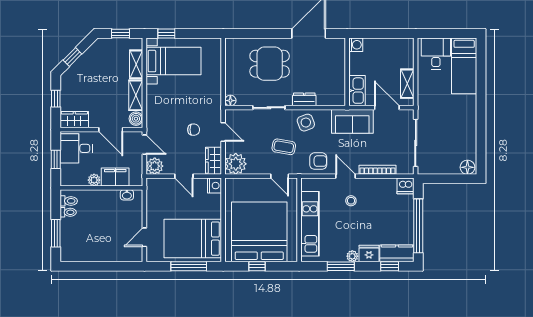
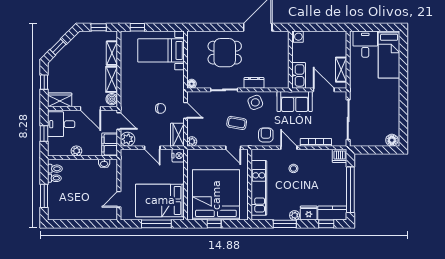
bed with nightstands: (174, 61) -> (161, 50), moved, turned 180
armchair: (318, 161) -> (266, 135), turned -90
plant: (236, 164) -> (192, 141), width x0.53, depth x0.53
filing cabinet: (115, 177) -> (110, 145), moved, turned -90

